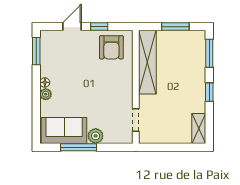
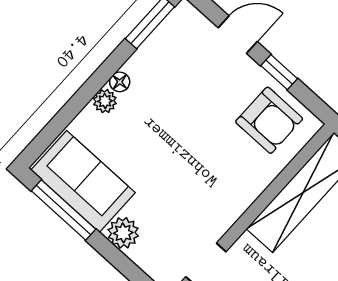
armchair: (111, 47) -> (269, 120), turned -90
window: (78, 147) -> (64, 210), moved

